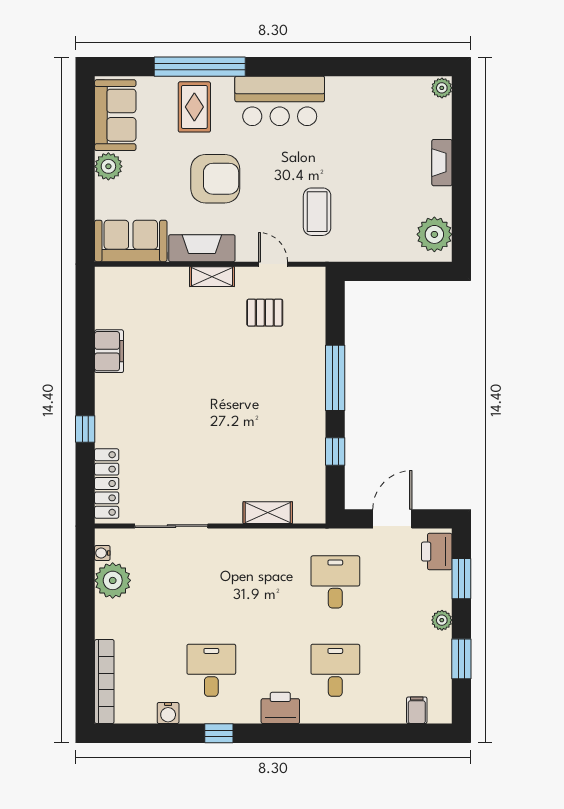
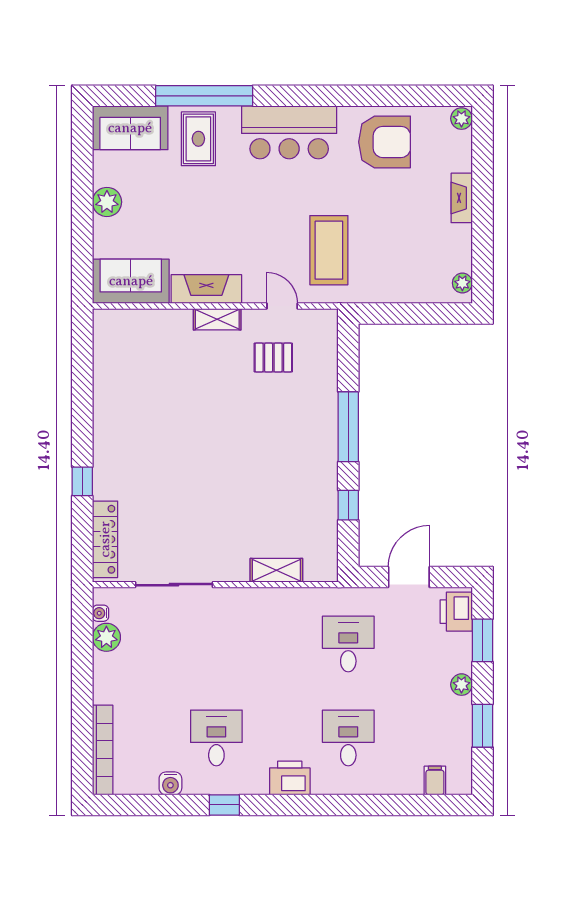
sofa: (115, 115) -> (130, 128), moved, turned 90
armchair: (215, 179) -> (385, 142), moved
coffee table: (317, 212) -> (329, 250), width x1.36, depth x1.32
plant: (434, 234) -> (462, 283), width x0.53, depth x0.53
filing cabinet: (109, 351) -> (108, 399), removed
plant: (113, 580) -> (106, 637), width x0.73, depth x0.73

